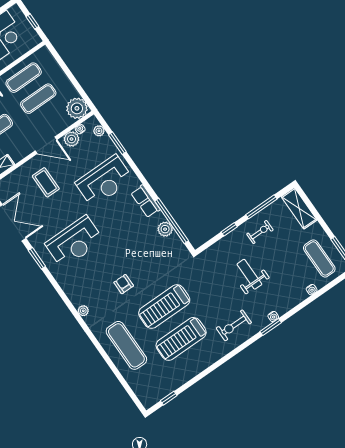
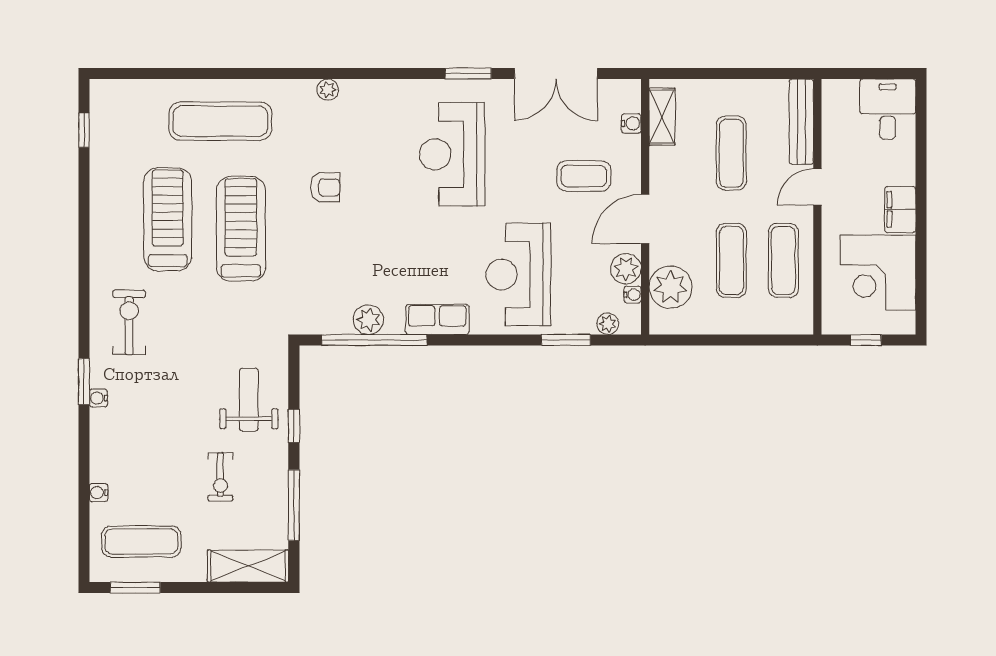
plant: (77, 108) -> (671, 287), moved
water cooler: (11, 178) -> (631, 123), added
exercise bike: (260, 232) -> (220, 477), moved
weight bench: (249, 274) -> (249, 400), moved, turned -90

